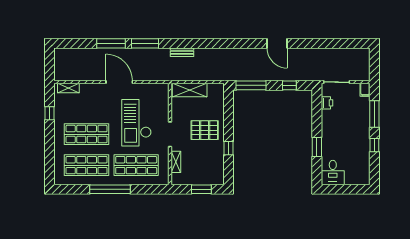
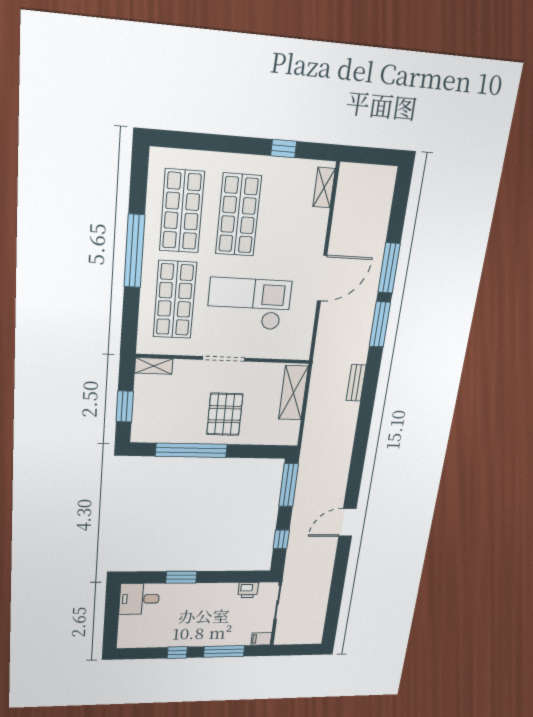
window: (229, 148) -> (191, 450), width x3.17
shelving: (176, 162) -> (154, 366), moved

